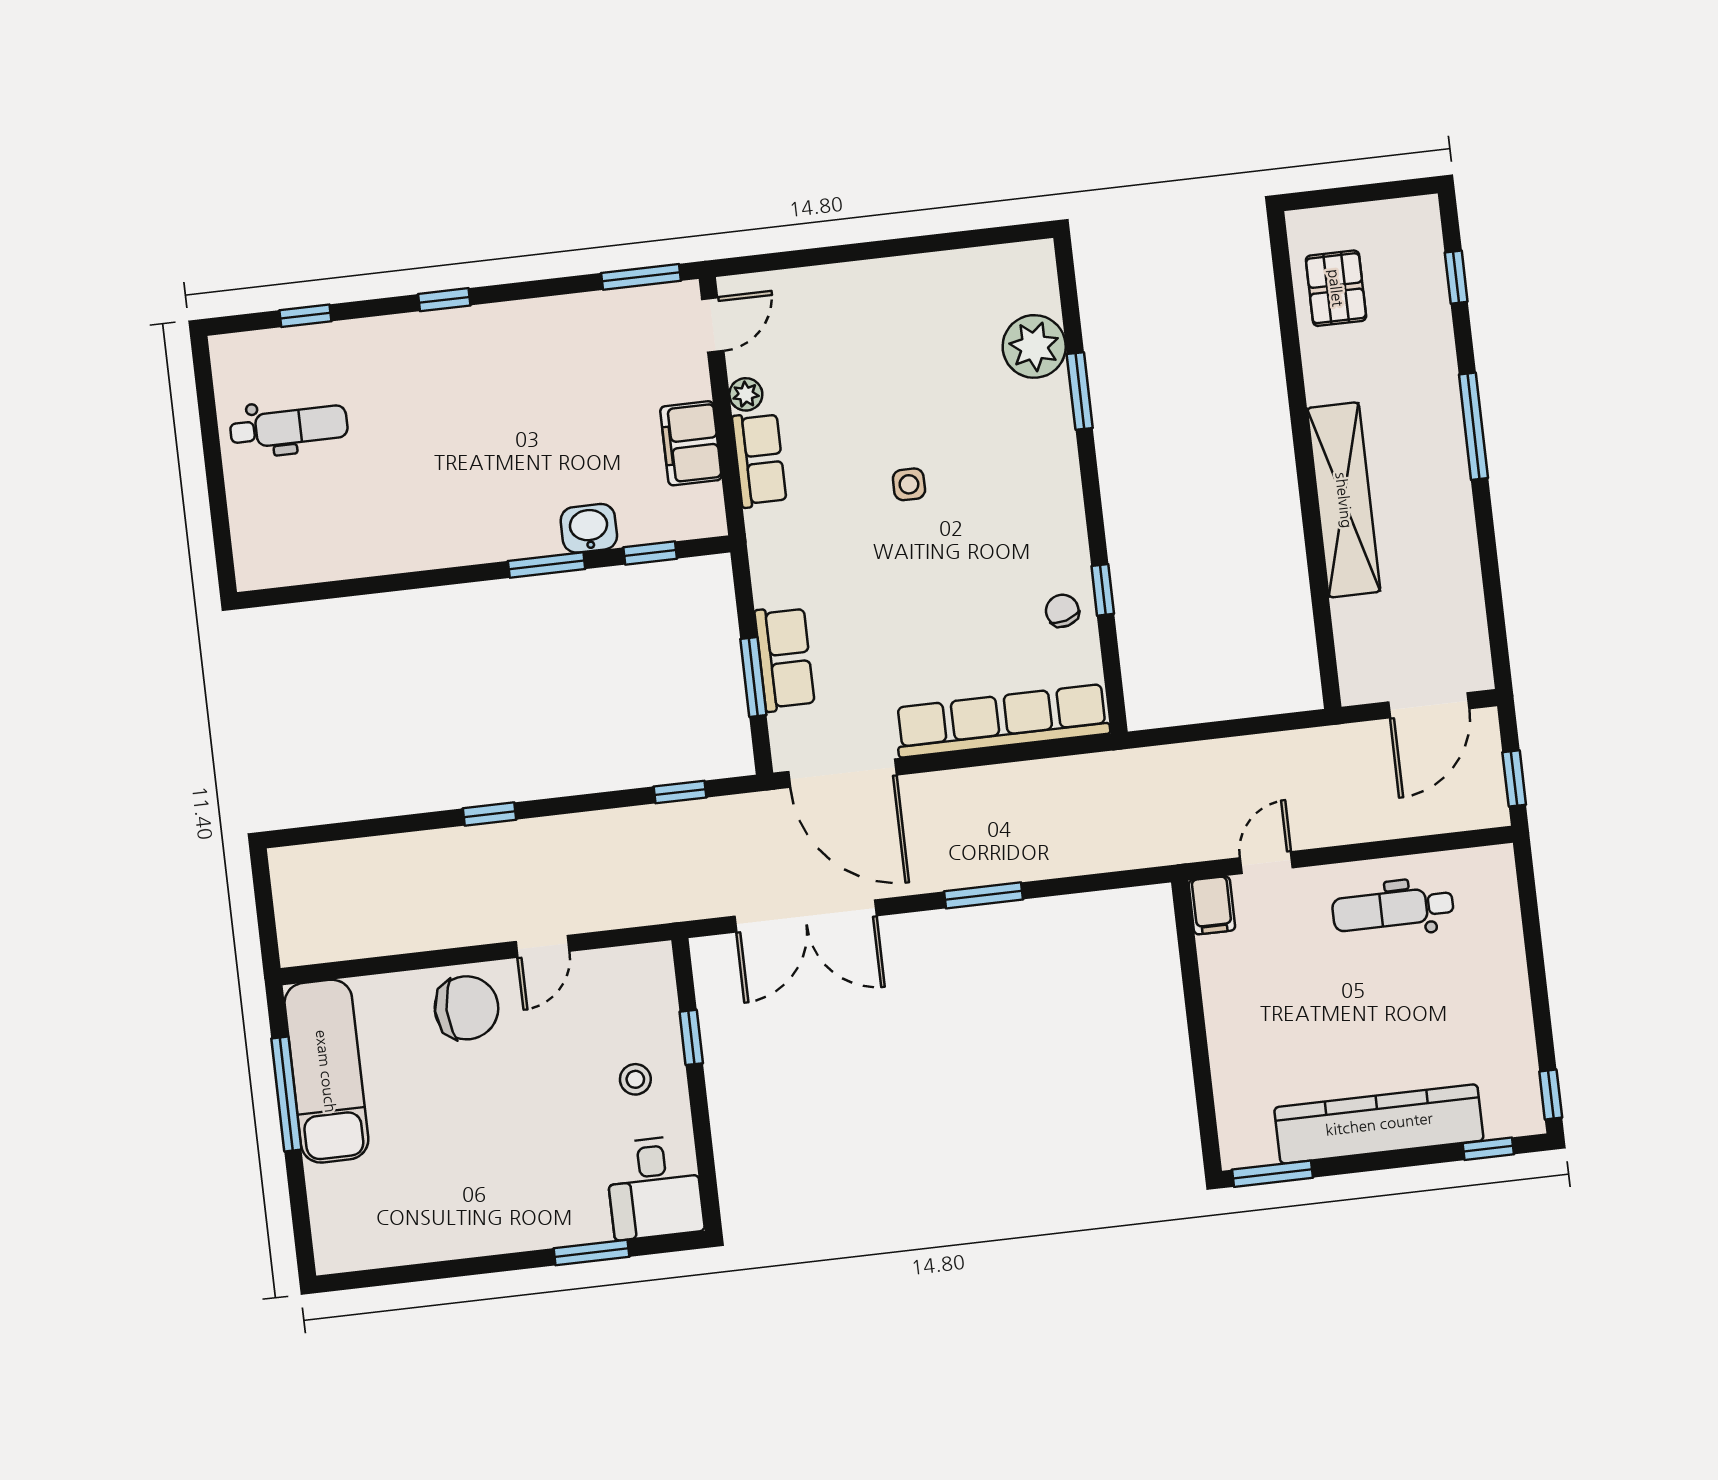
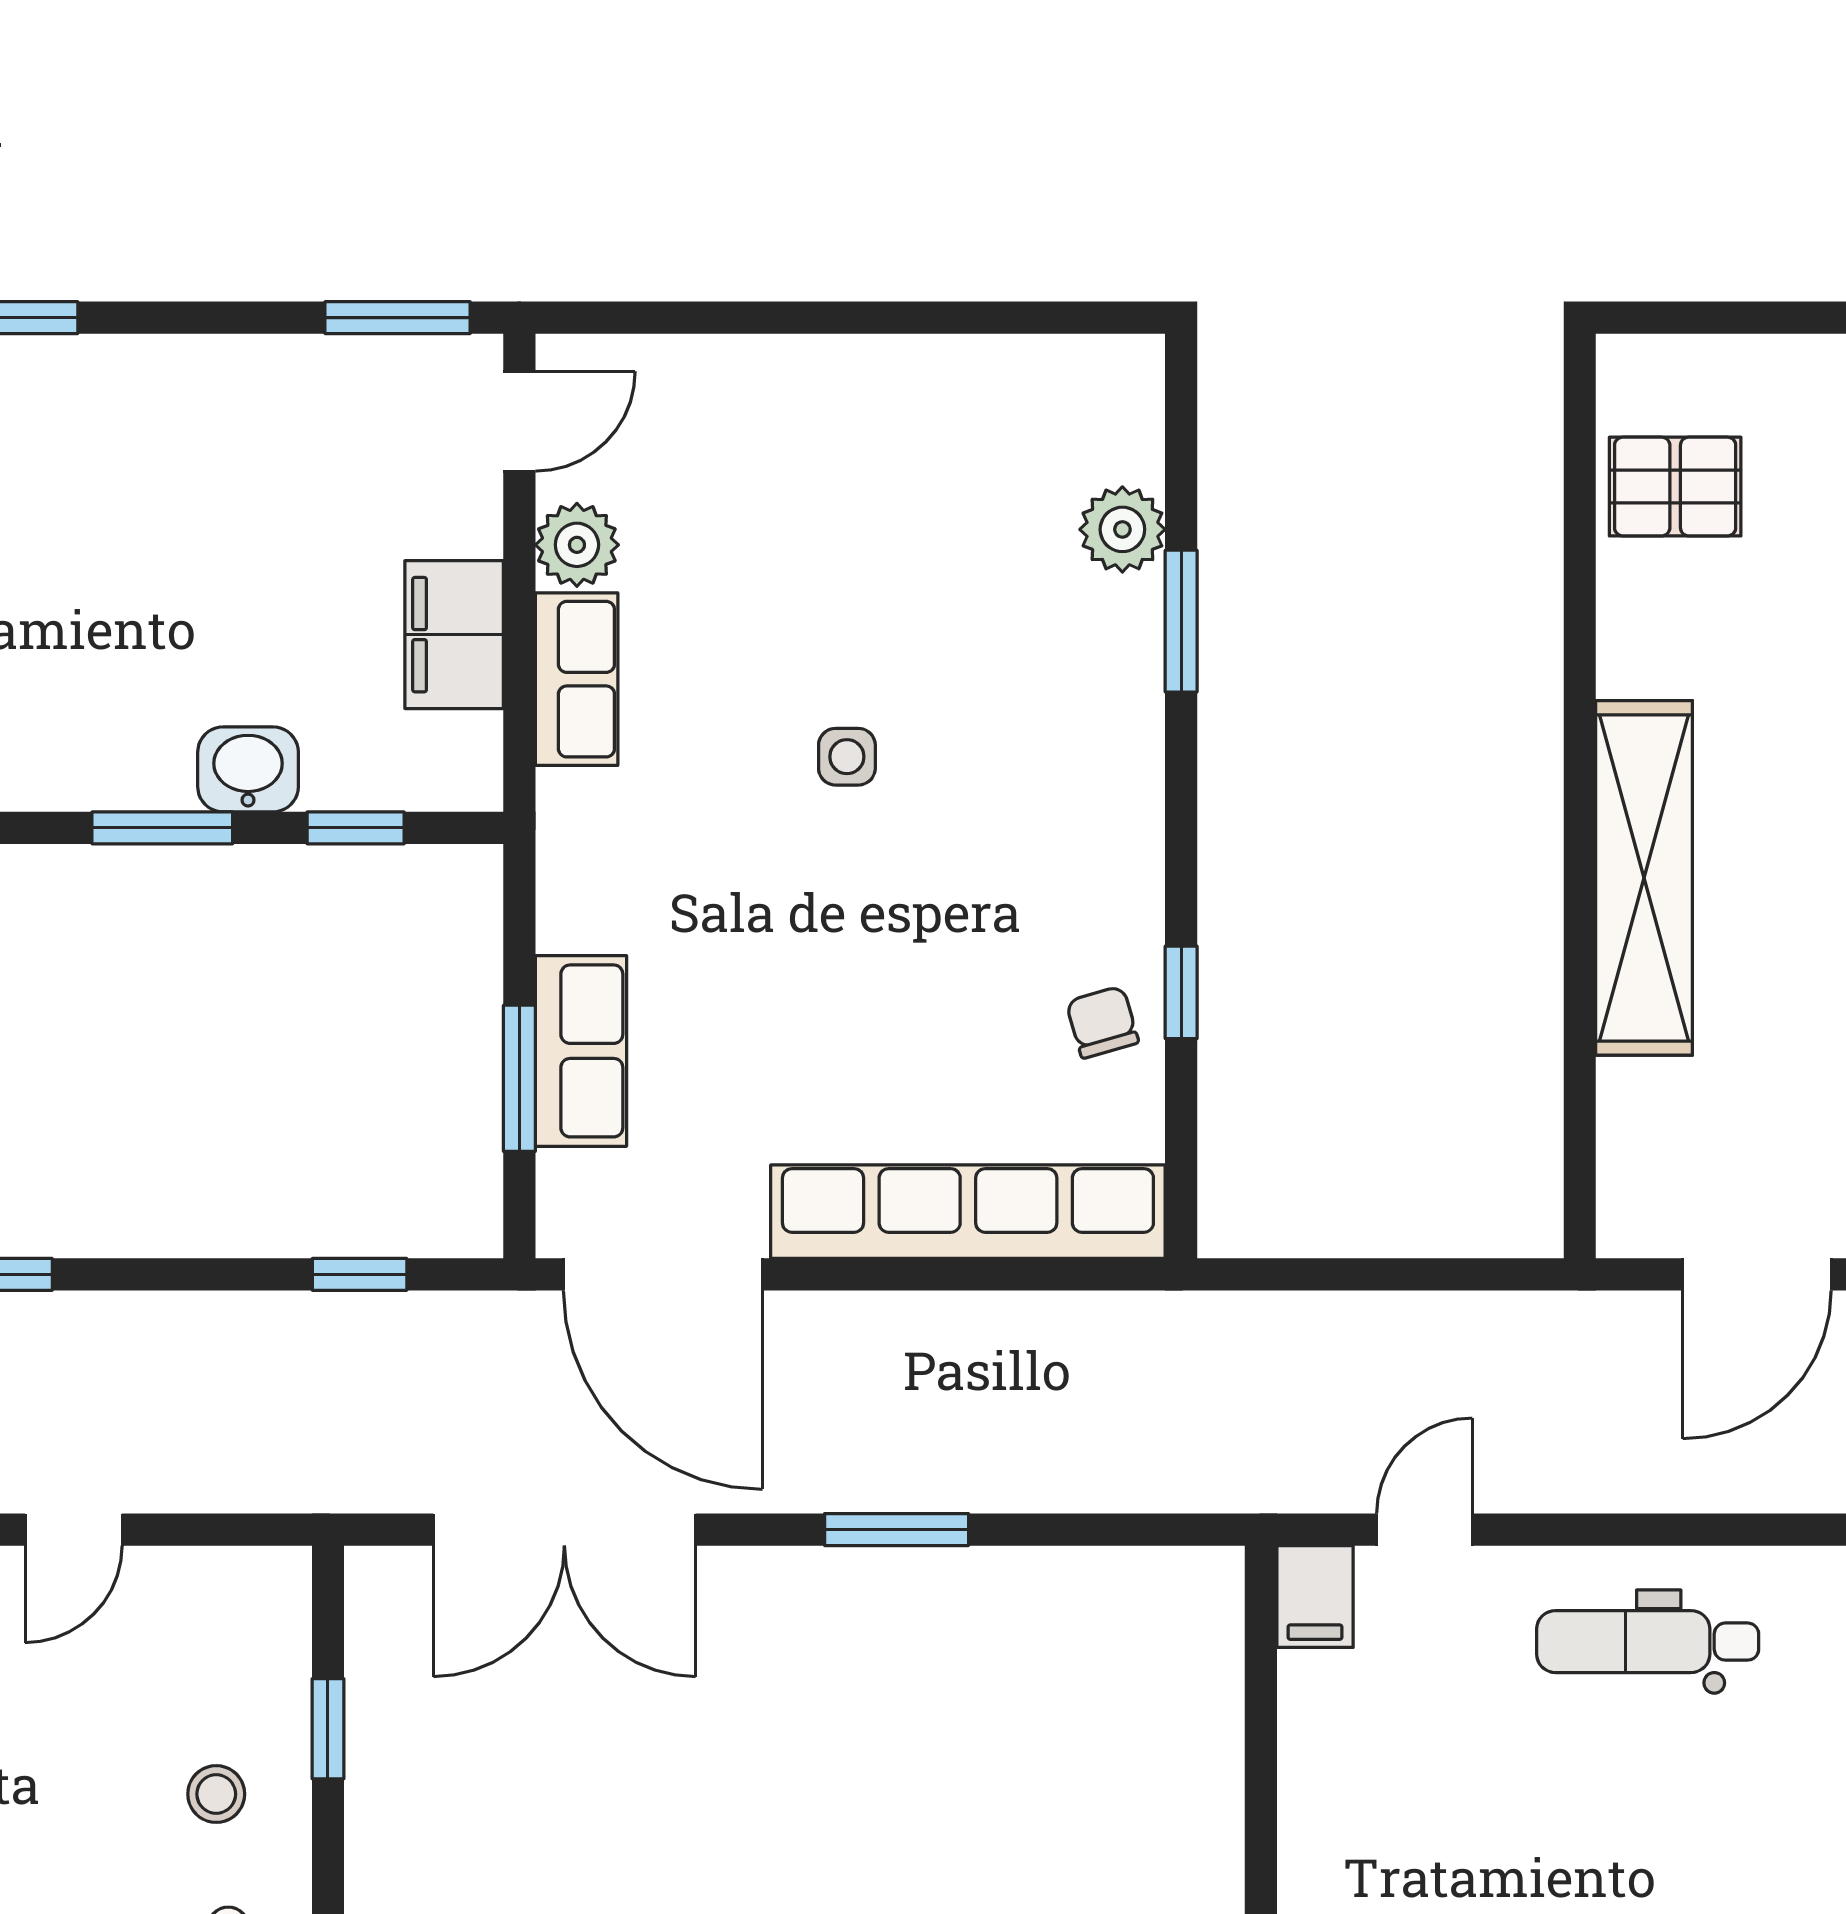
pallet: (1336, 288) -> (1675, 487), turned 90
plant: (1034, 346) -> (1122, 529), width x0.73, depth x0.73
plant: (746, 394) -> (577, 545), width x1.38, depth x1.38

